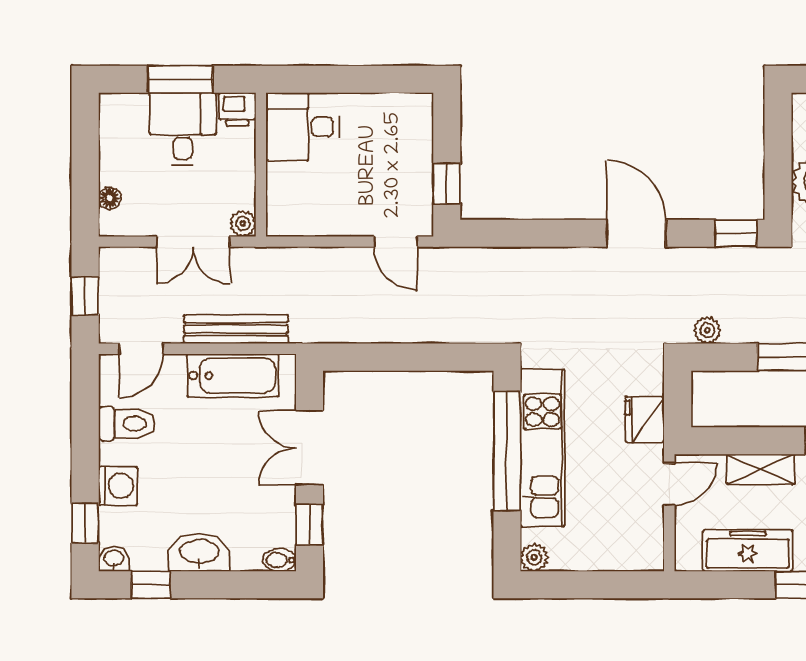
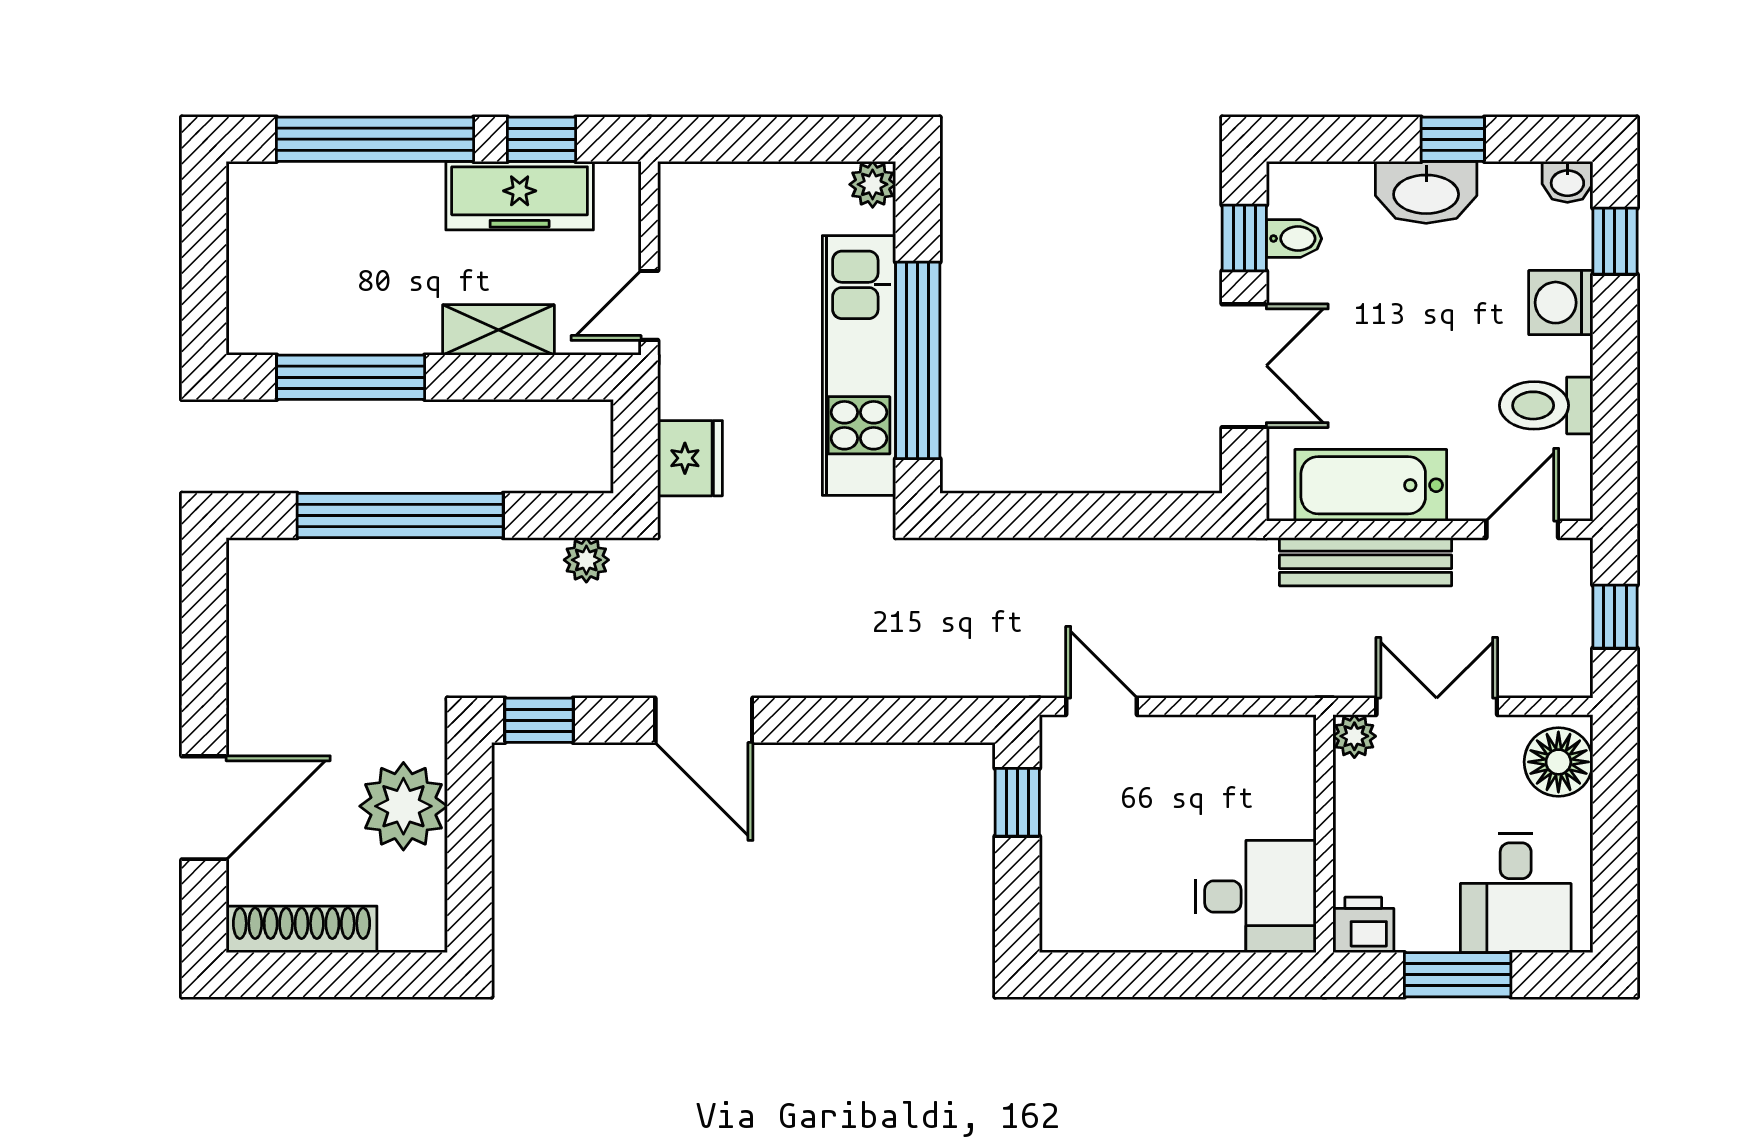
desk: (183, 129) -> (1516, 893), moved
floor lamp: (110, 198) -> (1558, 762), width x1.89, depth x1.89
fridge: (645, 420) -> (690, 458), moved
bidet: (279, 560) -> (1294, 239), moved
window: (151, 585) -> (1453, 139), moved
window: (735, 585) -> (541, 139), added

